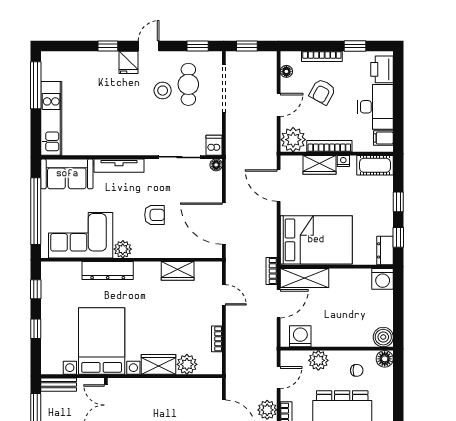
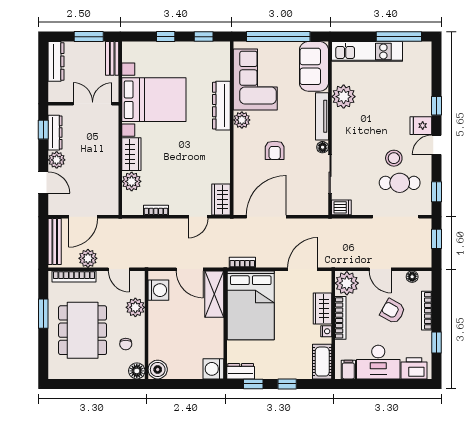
door: (149, 46) -> (437, 145), swing flipped
plant: (98, 143) -> (344, 97), added
floor lamp: (216, 165) -> (323, 147), moved
wardrobe: (178, 271) -> (221, 200), moved
bookcase: (271, 271) -> (242, 262), moved

